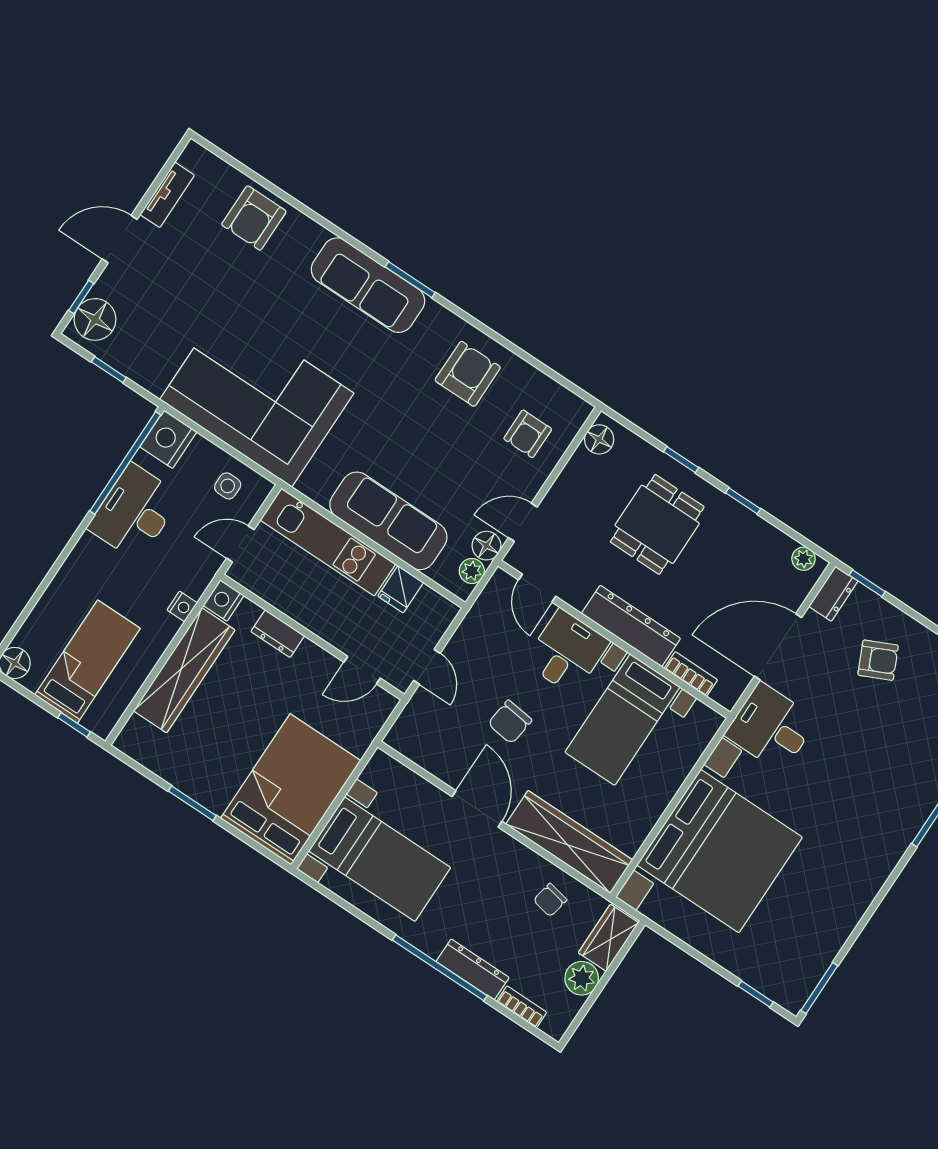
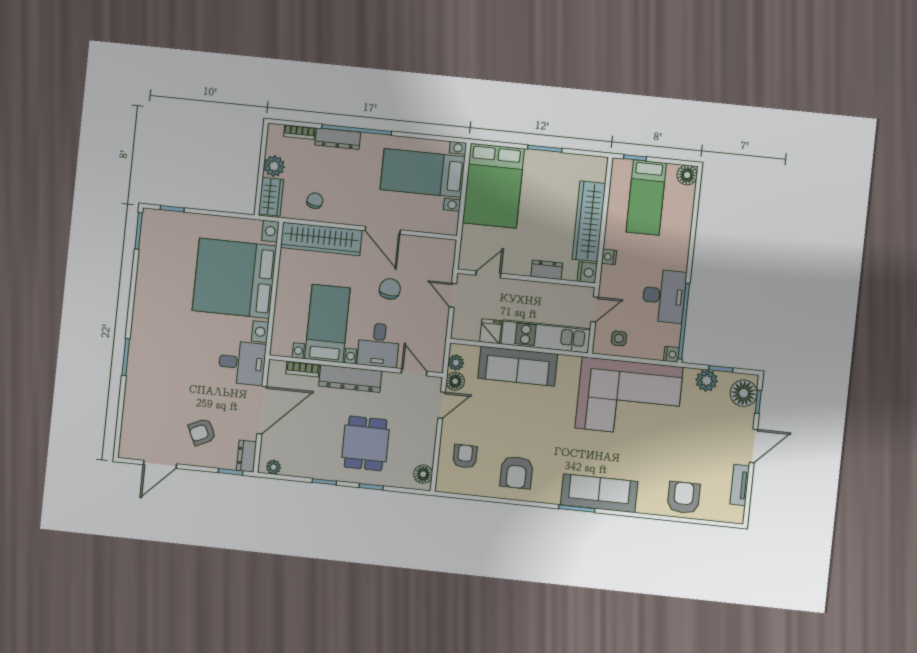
plant: (137, 364) -> (707, 380), added
nightstand: (168, 439) -> (671, 354), width x0.53, depth x0.56

